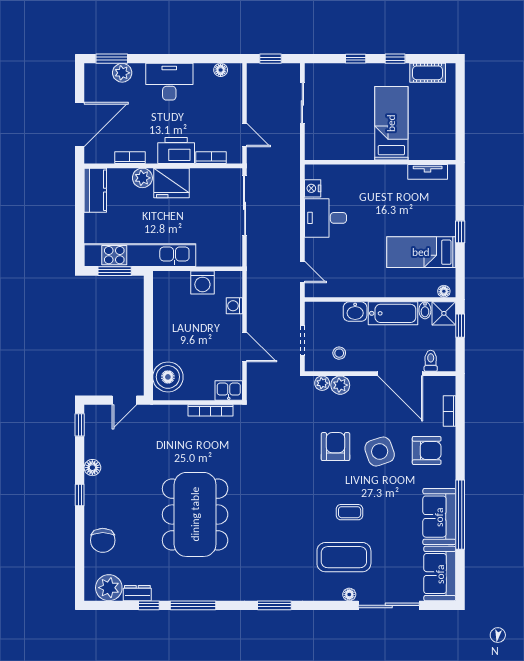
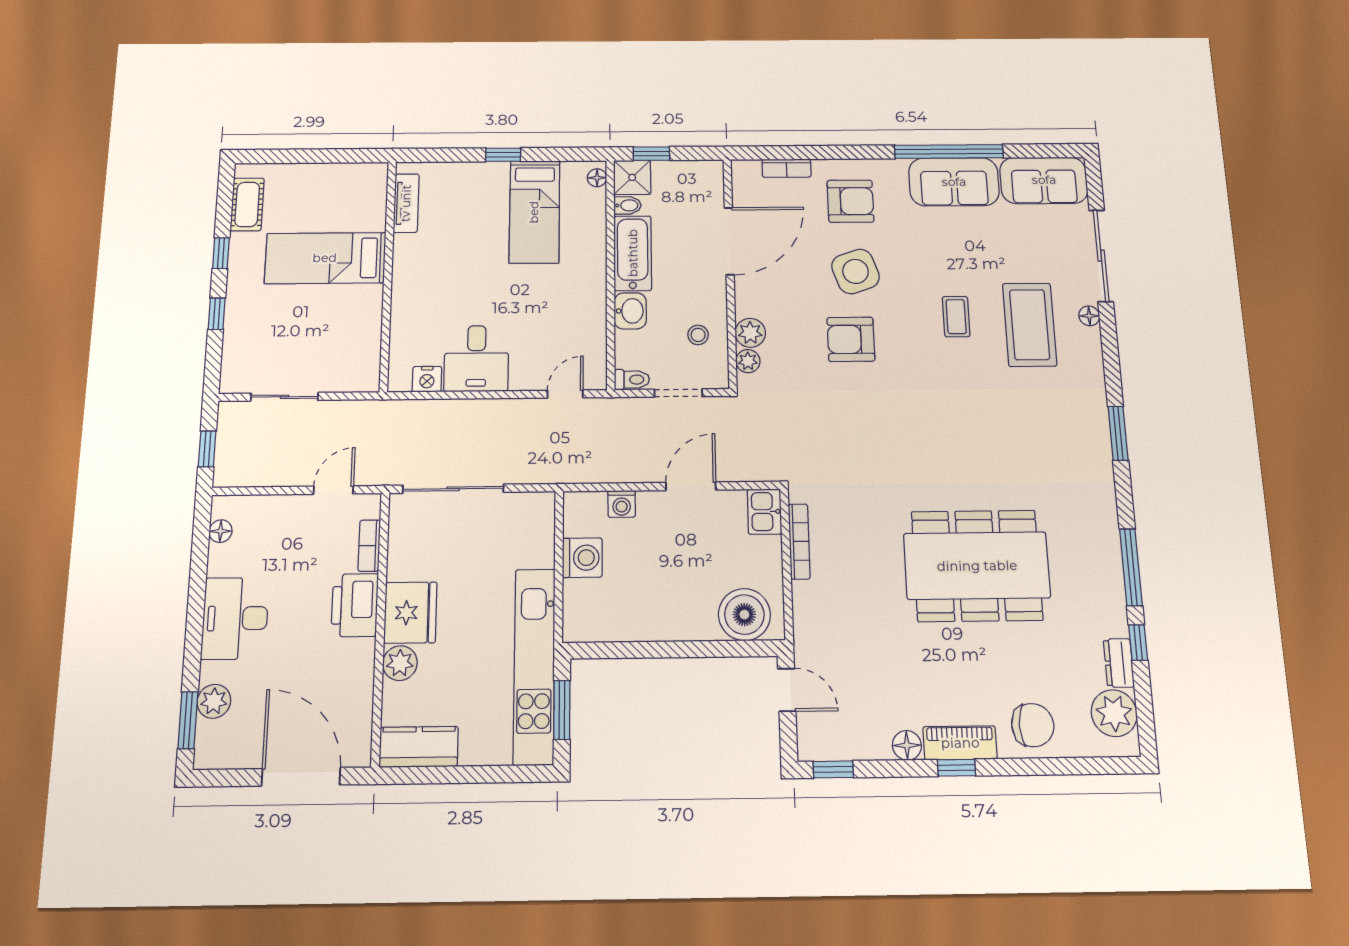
bookcase: (130, 158) -> (364, 685), removed
toilet: (431, 361) -> (632, 380), moved, turned 180
armchair: (427, 450) -> (850, 201), turned 90
piano: (93, 498) -> (960, 743), added

